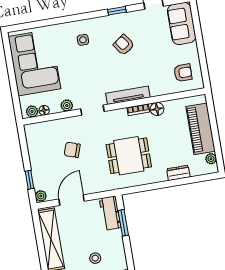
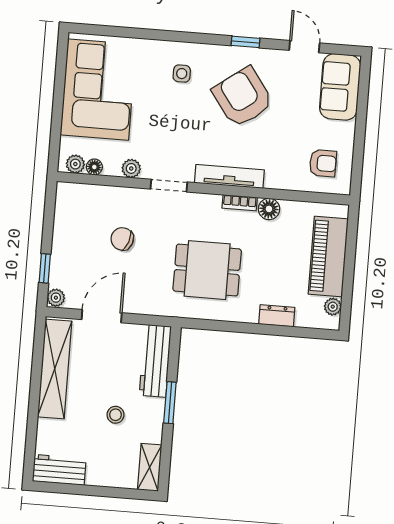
armchair: (124, 45) -> (243, 97), width x1.88, depth x1.88
workbench: (110, 213) -> (155, 361), width x1.38
window: (123, 223) -> (170, 403), moved

